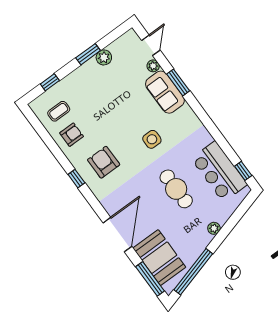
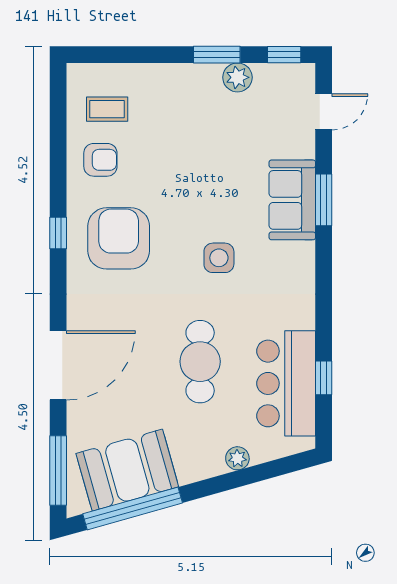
plant: (153, 66) -> (304, 146), removed
window: (50, 82) -> (284, 55), moved
armchair: (104, 162) -> (119, 238), width x1.36, depth x1.36
window: (243, 171) -> (324, 378), moved
plant: (214, 228) -> (237, 458), moved
booth: (159, 258) -> (127, 470), moved, turned 74

